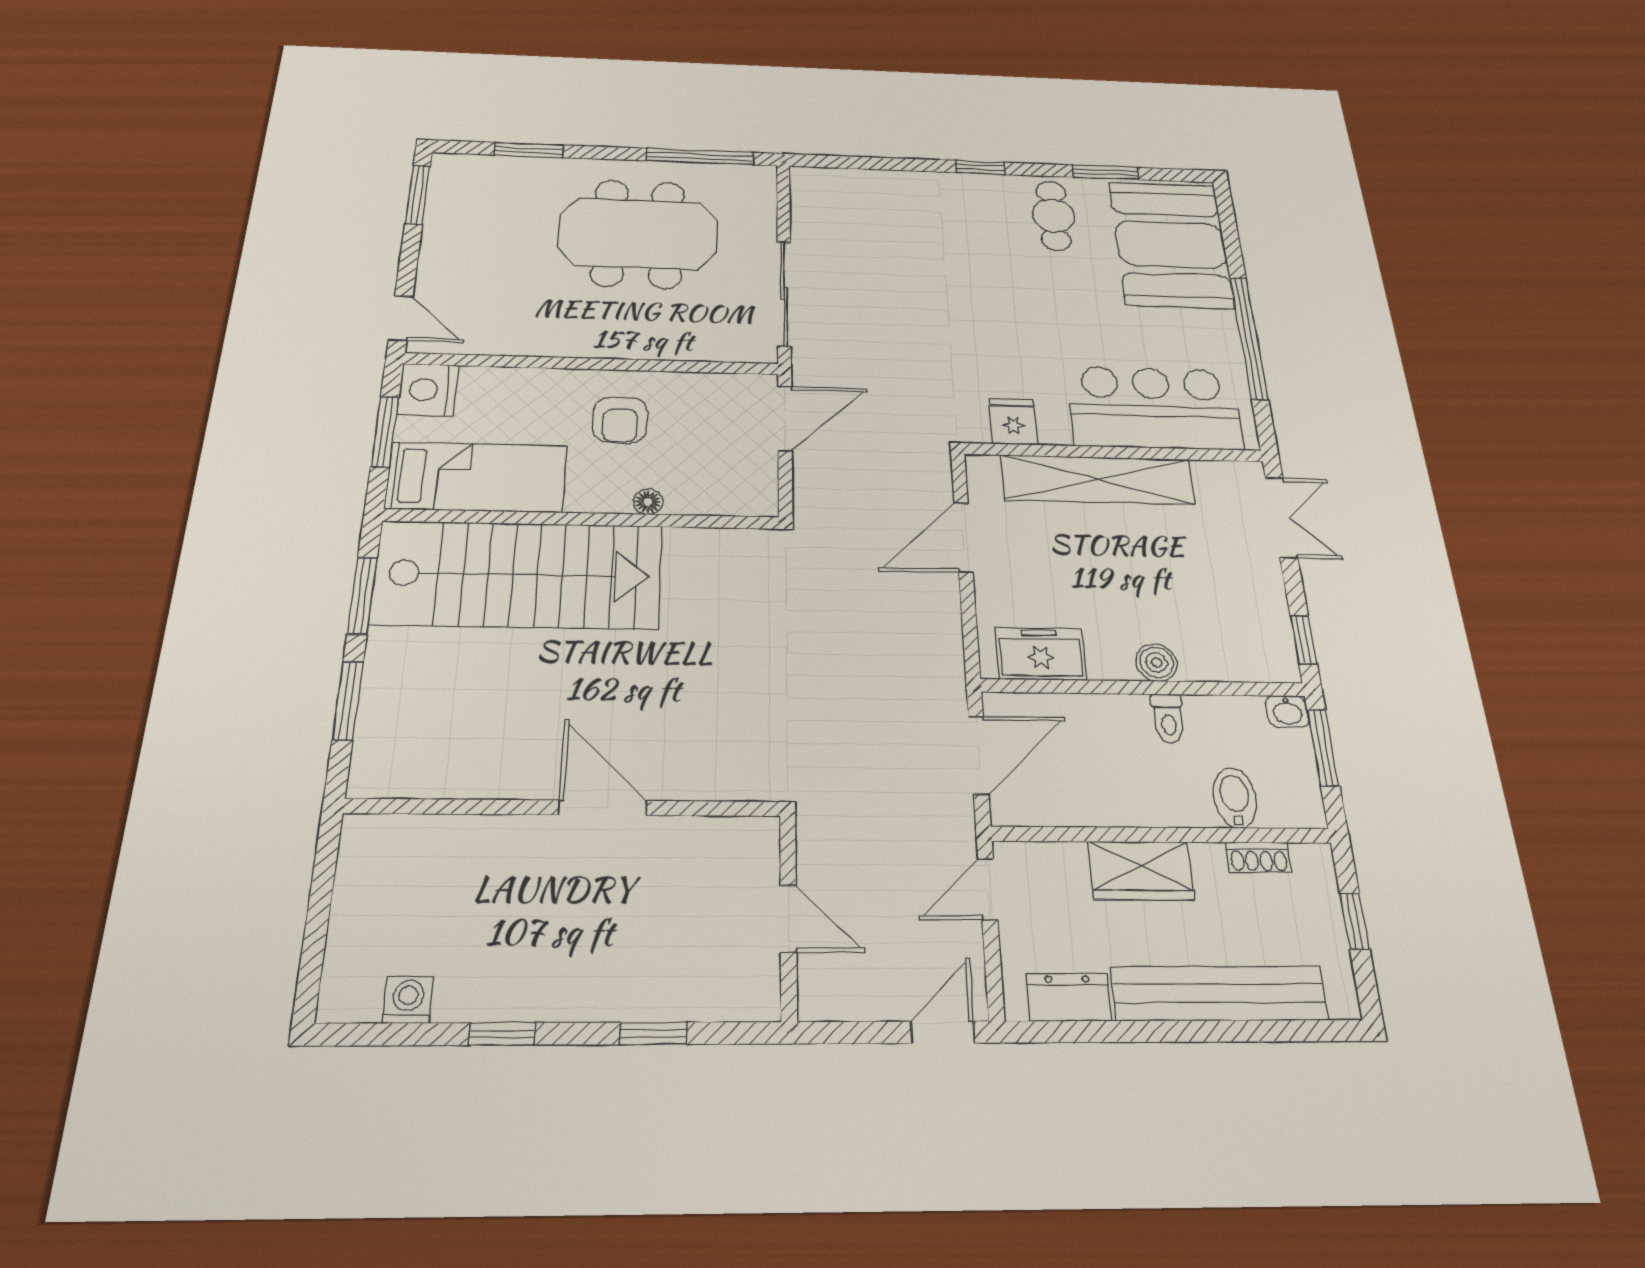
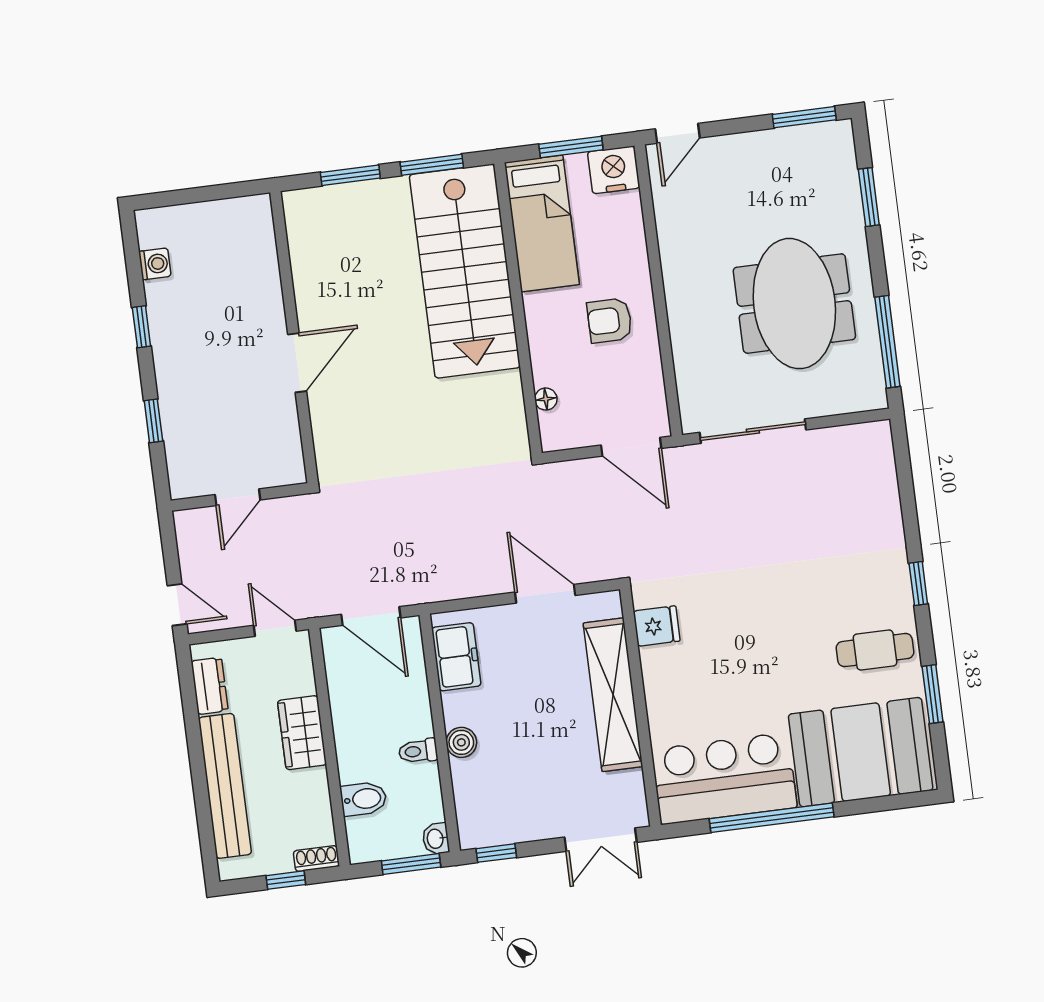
bar counter: (1154, 408) -> (724, 778), moved, turned -90
floor lamp: (648, 502) -> (546, 399), moved
shoe rack: (1259, 857) -> (316, 859), moved, turned 90

